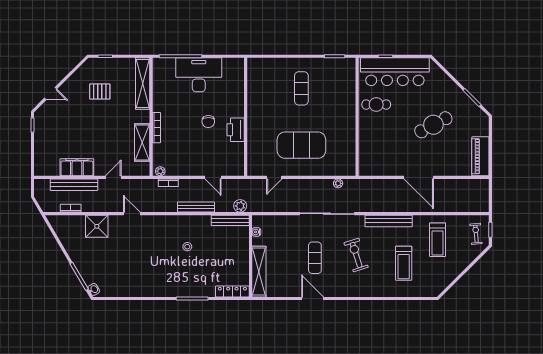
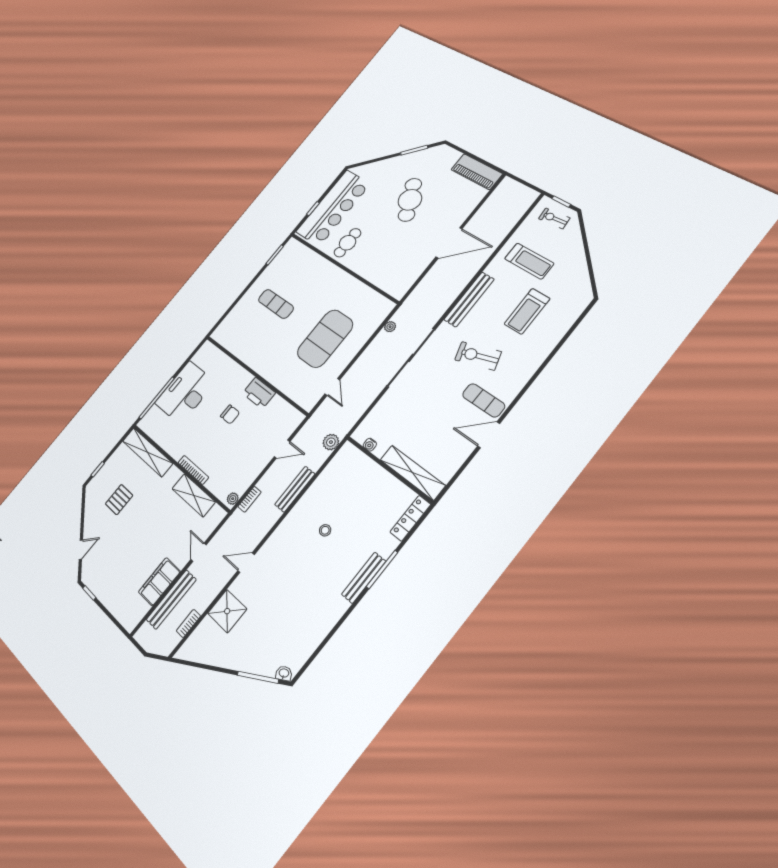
bench: (230, 220) -> (364, 578), moved
exercise mat: (315, 258) -> (484, 400), moved
treadmill: (404, 263) -> (527, 311), turned 90

